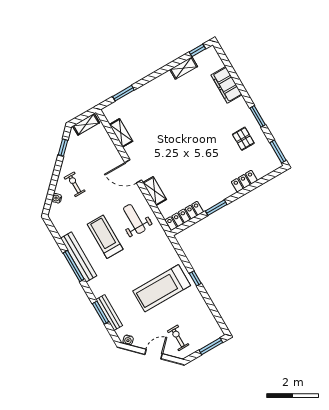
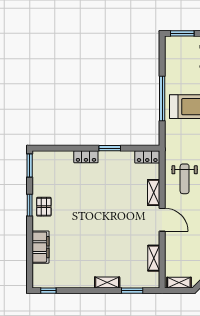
shelving: (184, 68) -> (107, 283), moved
pallet: (243, 139) -> (44, 207), moved
locker: (244, 181) -> (86, 157), moved
locker: (184, 216) -> (147, 157), width x0.66
window: (195, 278) -> (162, 98), width x3.17

